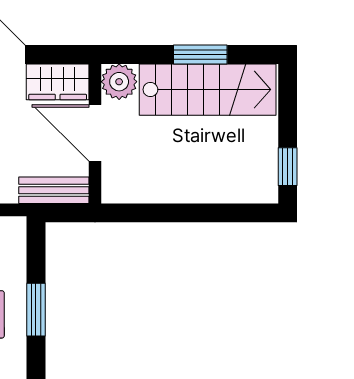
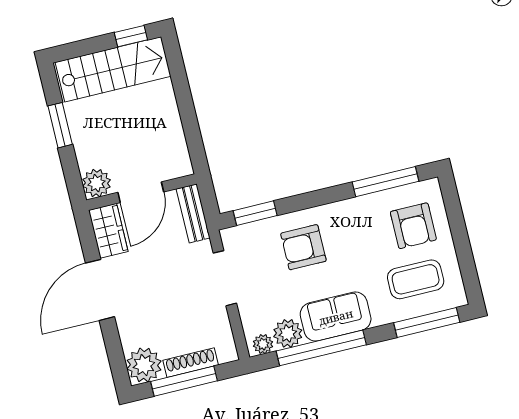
stairs: (208, 90) -> (113, 69), moved, turned 90
window: (36, 310) -> (255, 213), moved

